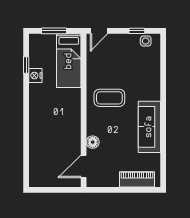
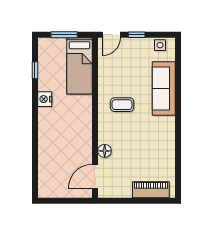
window: (137, 31) -> (137, 35), moved
nightstand: (35, 76) -> (45, 99), moved
coffee table: (109, 98) -> (122, 105), width x0.73, depth x0.77
sofa: (149, 127) -> (164, 88), moved

